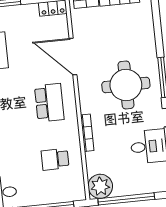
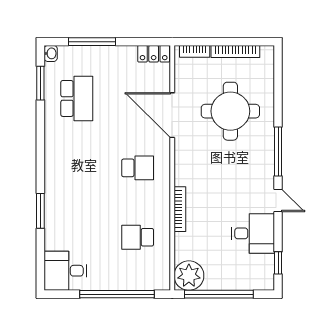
round table: (126, 85) -> (230, 111), moved
school desk: (49, 103) -> (138, 168), width x0.54

